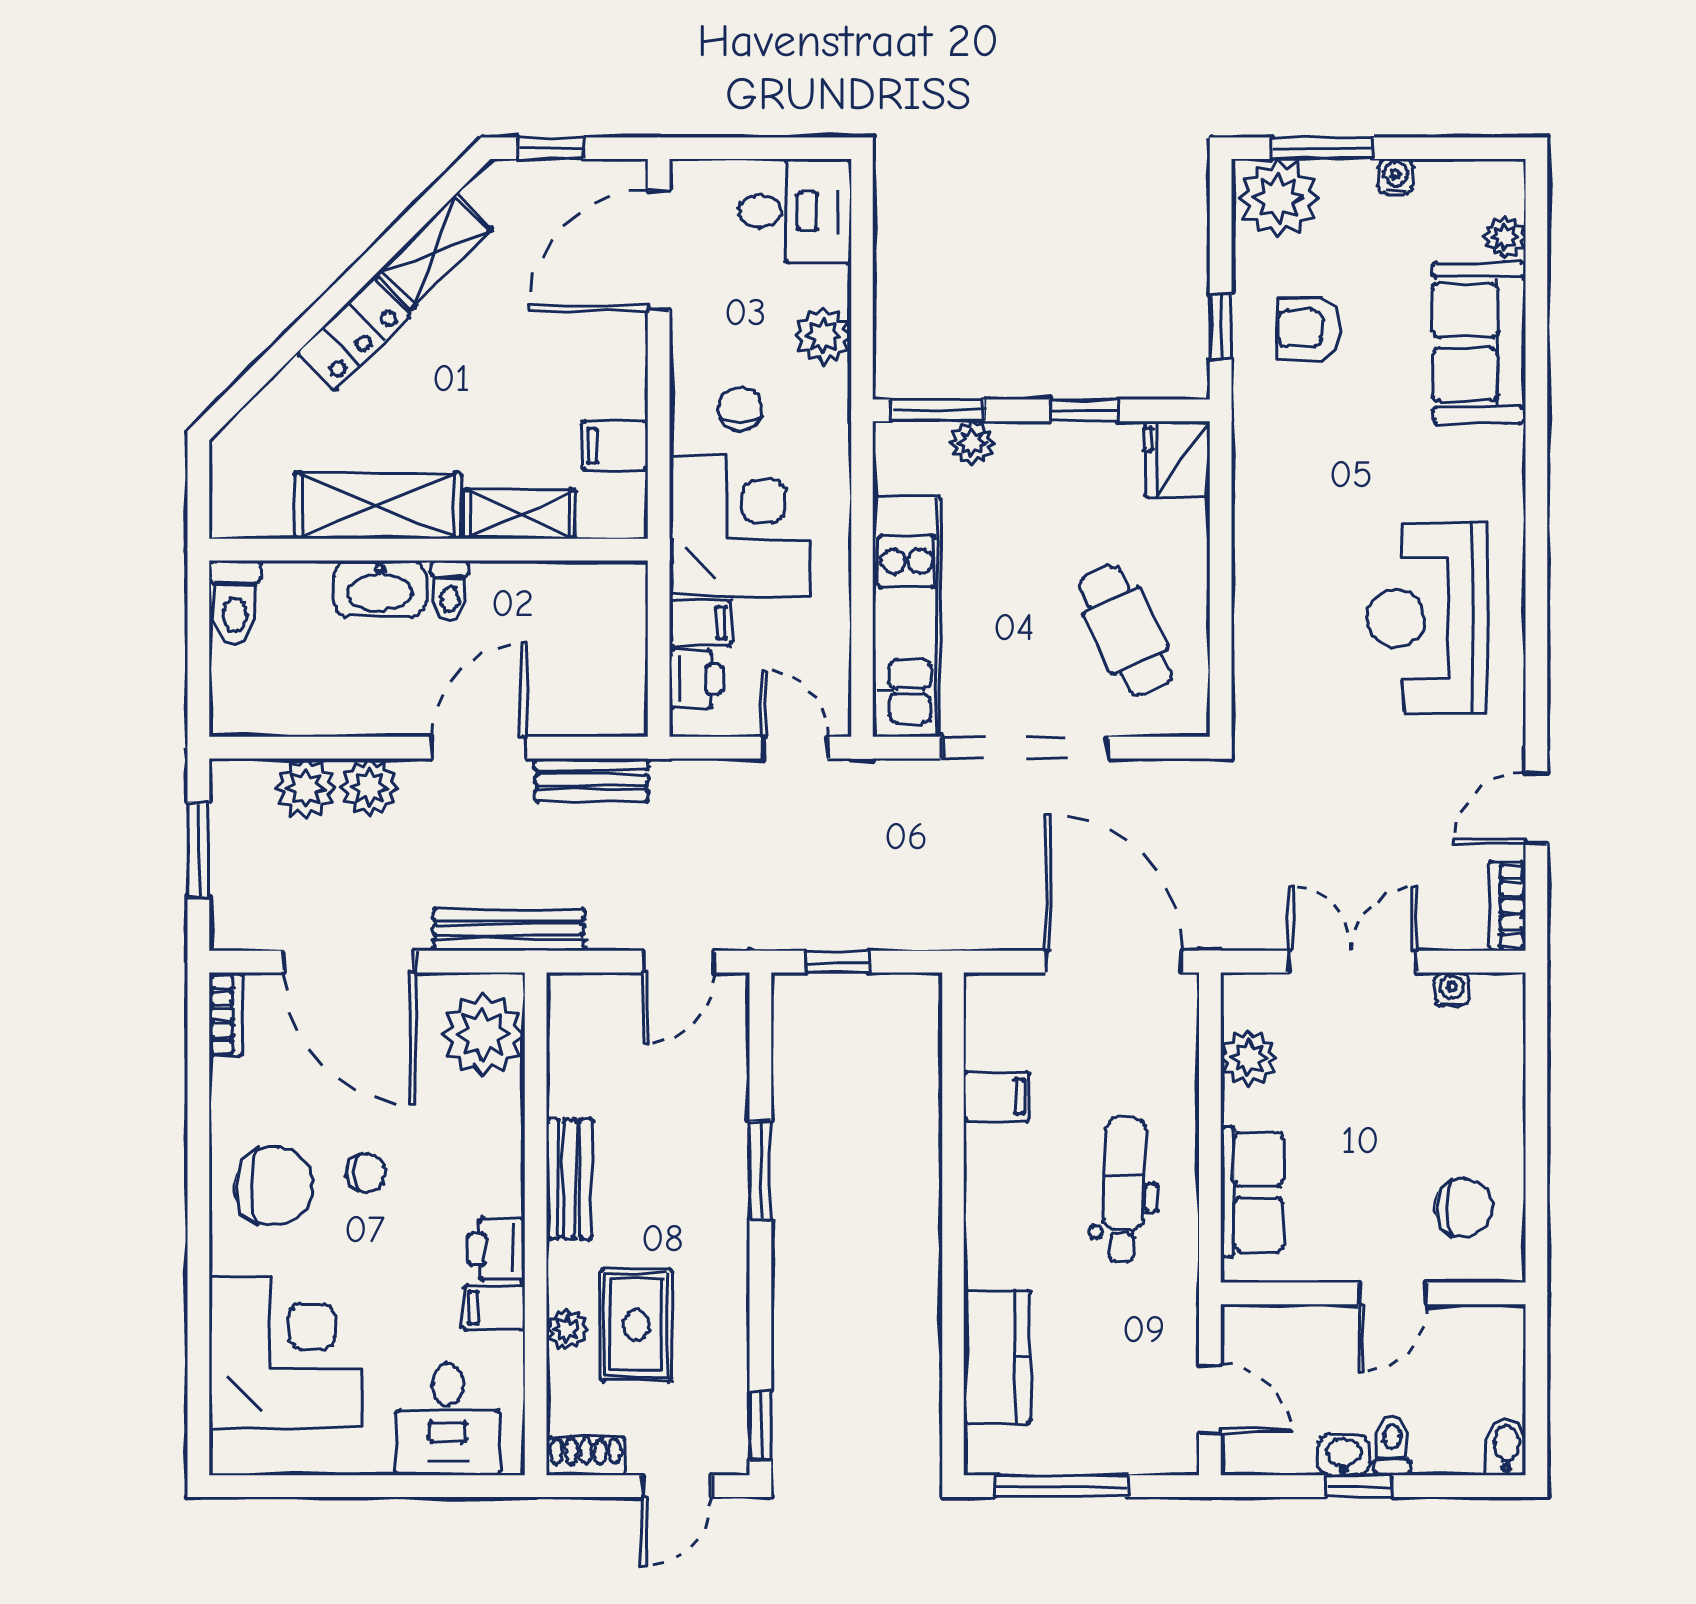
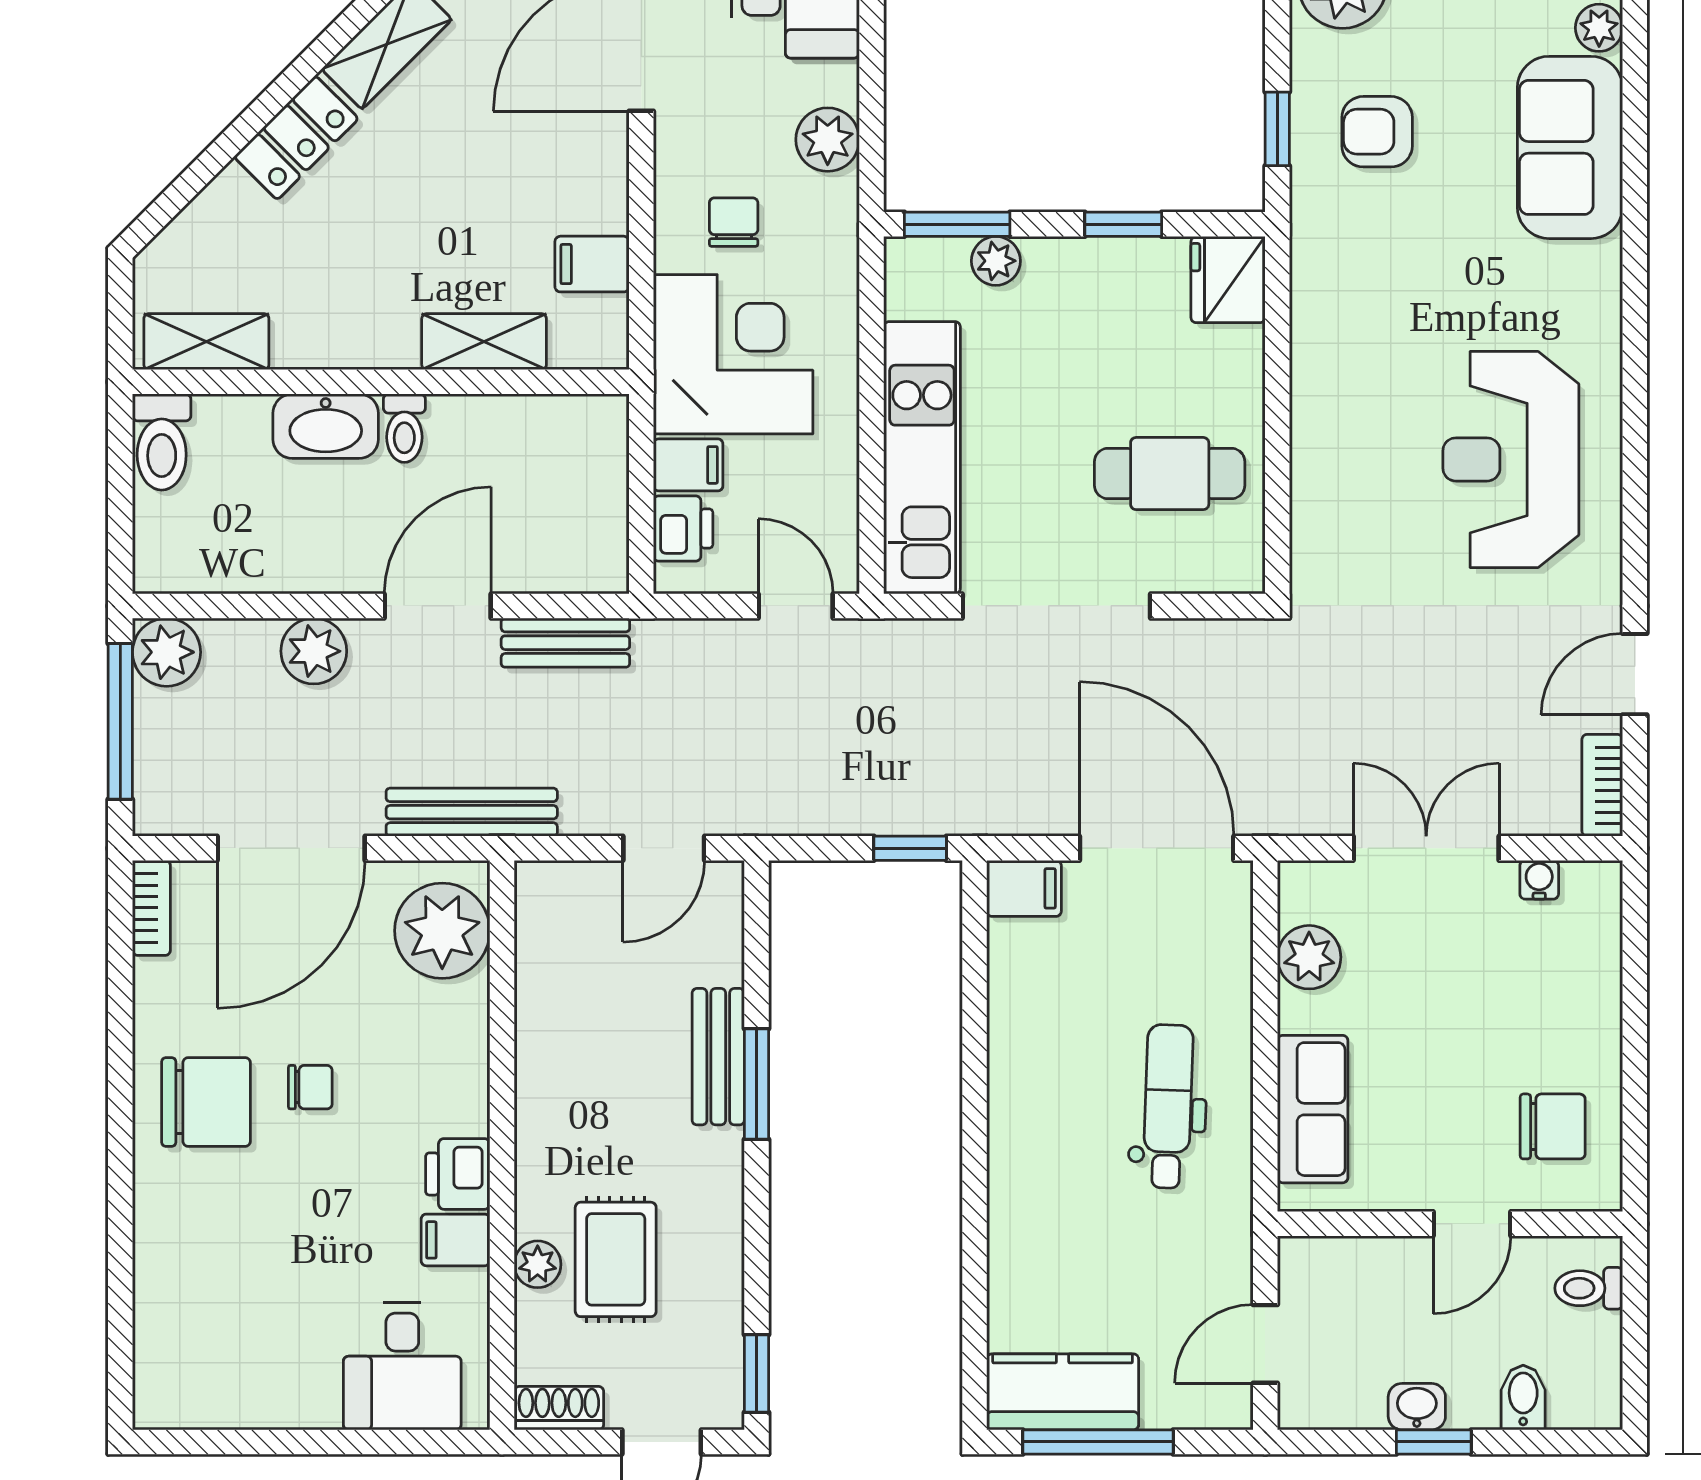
shelving: (378, 506) -> (206, 342), moved, width x0.67, depth x0.75
cafe table: (1125, 631) -> (1170, 474), turned -64
plant: (306, 788) -> (167, 652), moved
window: (198, 850) -> (120, 721), width x1.44
door: (349, 962) -> (291, 848), hinge flipped
window: (838, 962) -> (910, 848), moved
filing cabinet: (997, 1097) -> (1024, 888), moved
bench: (569, 1179) -> (718, 1057), moved
corner desk: (286, 1352) -> (219, 1291), removed
kitchen counter: (997, 1357) -> (1063, 1392), moved, turned -90
door: (1210, 1399) -> (1265, 1344), swing flipped
toilet: (1392, 1445) -> (1589, 1288), moved, turned -90
bidet: (1506, 1447) -> (1523, 1398), moved

